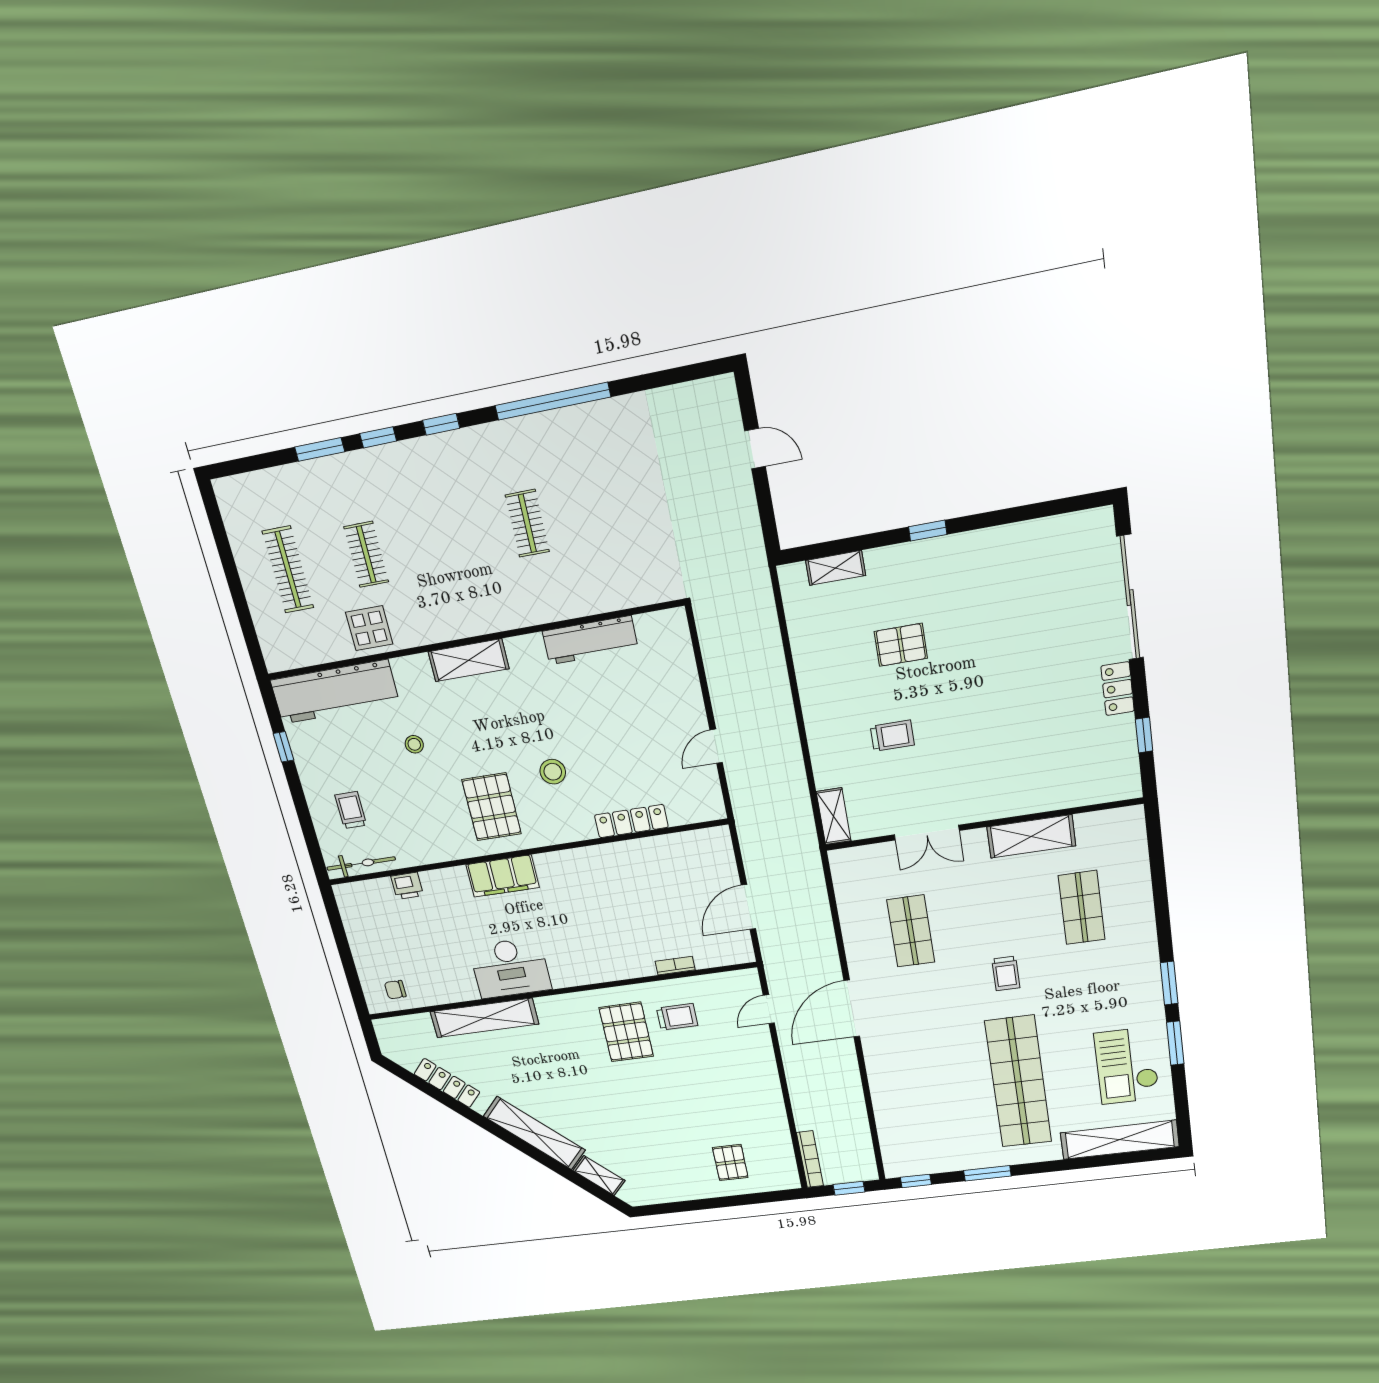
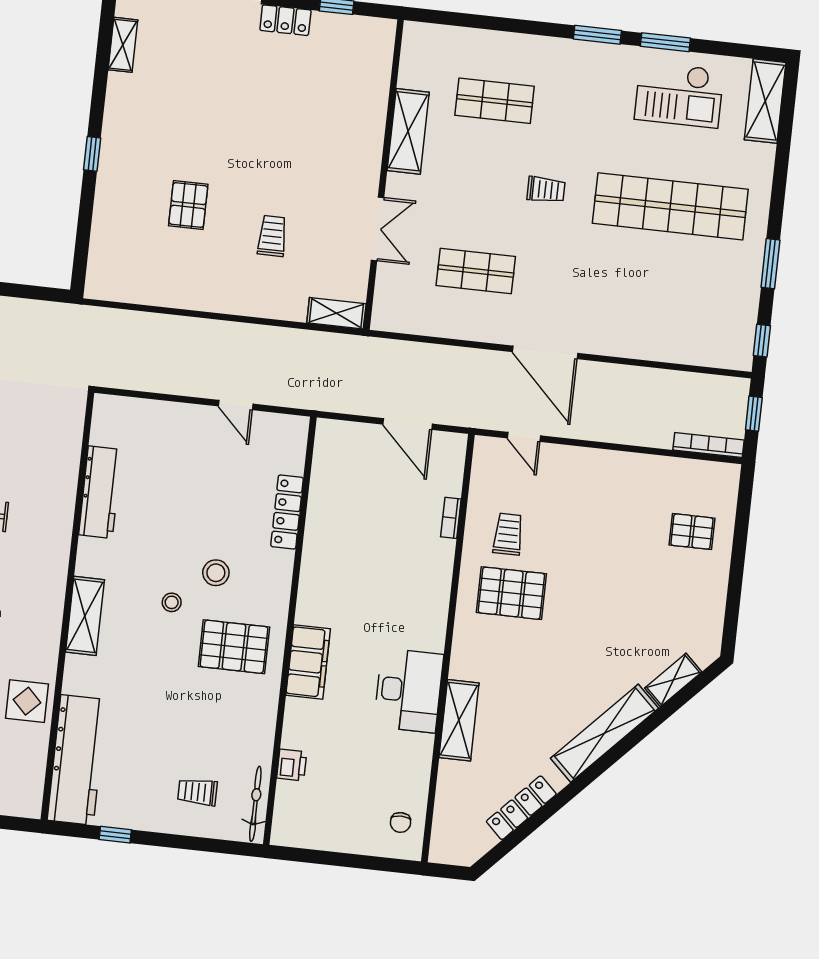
shelving: (836, 568) -> (123, 45), moved
stool: (414, 744) -> (172, 602), moved
shelving: (484, 1018) -> (459, 720), width x0.68
shelving: (1120, 1140) -> (765, 101), width x0.68

